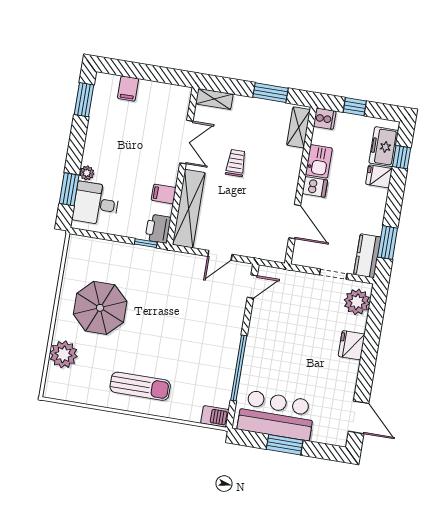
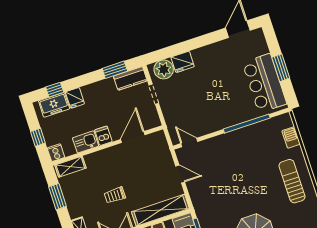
fridge: (352, 345) -> (183, 62), moved
barbecue: (215, 416) -> (291, 137), moved

